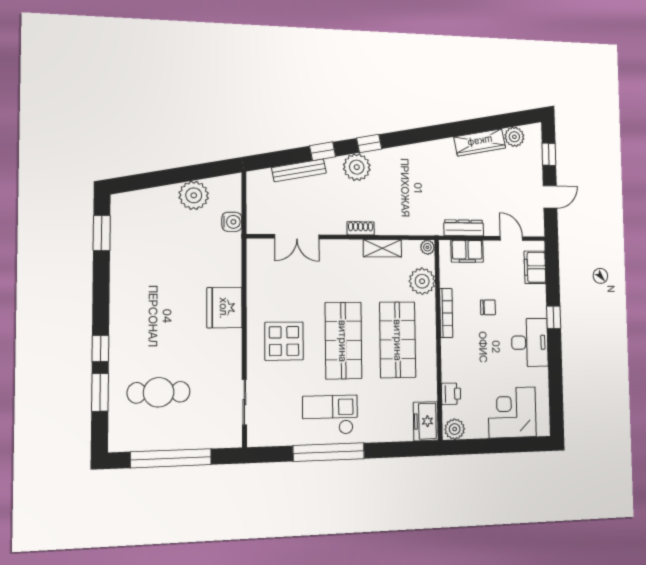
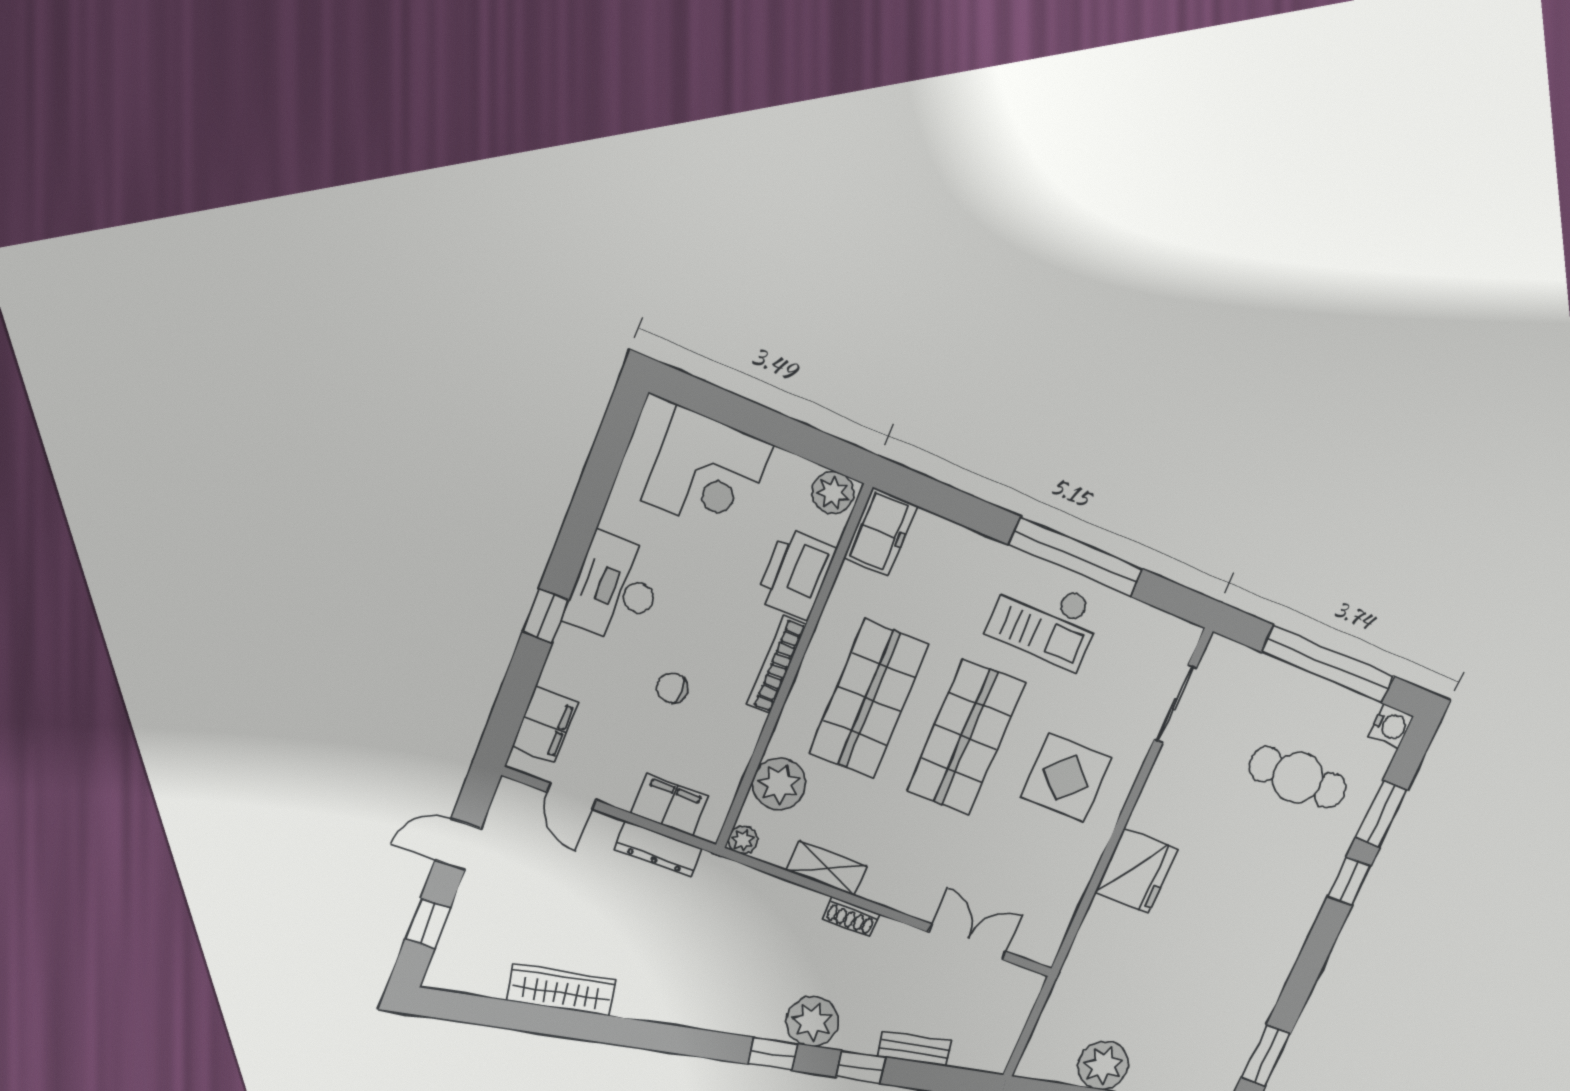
plant: (514, 137) -> (487, 978), removed
bench: (299, 170) -> (915, 1049), width x0.73
water cooler: (232, 222) -> (1391, 726), moved, turned 180
bookcase: (446, 313) -> (776, 665), moved
printer: (451, 394) -> (796, 574), width x1.87, depth x1.48

